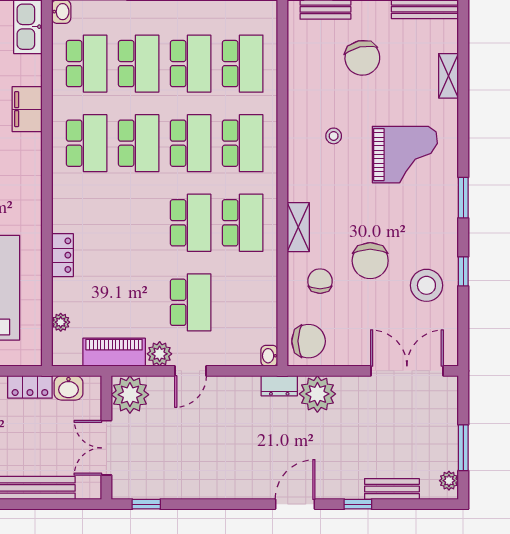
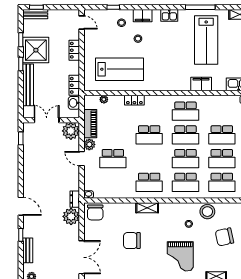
school desk: (87, 64) -> (222, 111), removed
school desk: (191, 223) -> (149, 135), moved
chair: (320, 281) -> (123, 218), removed
stool: (426, 285) -> (207, 212), moved

